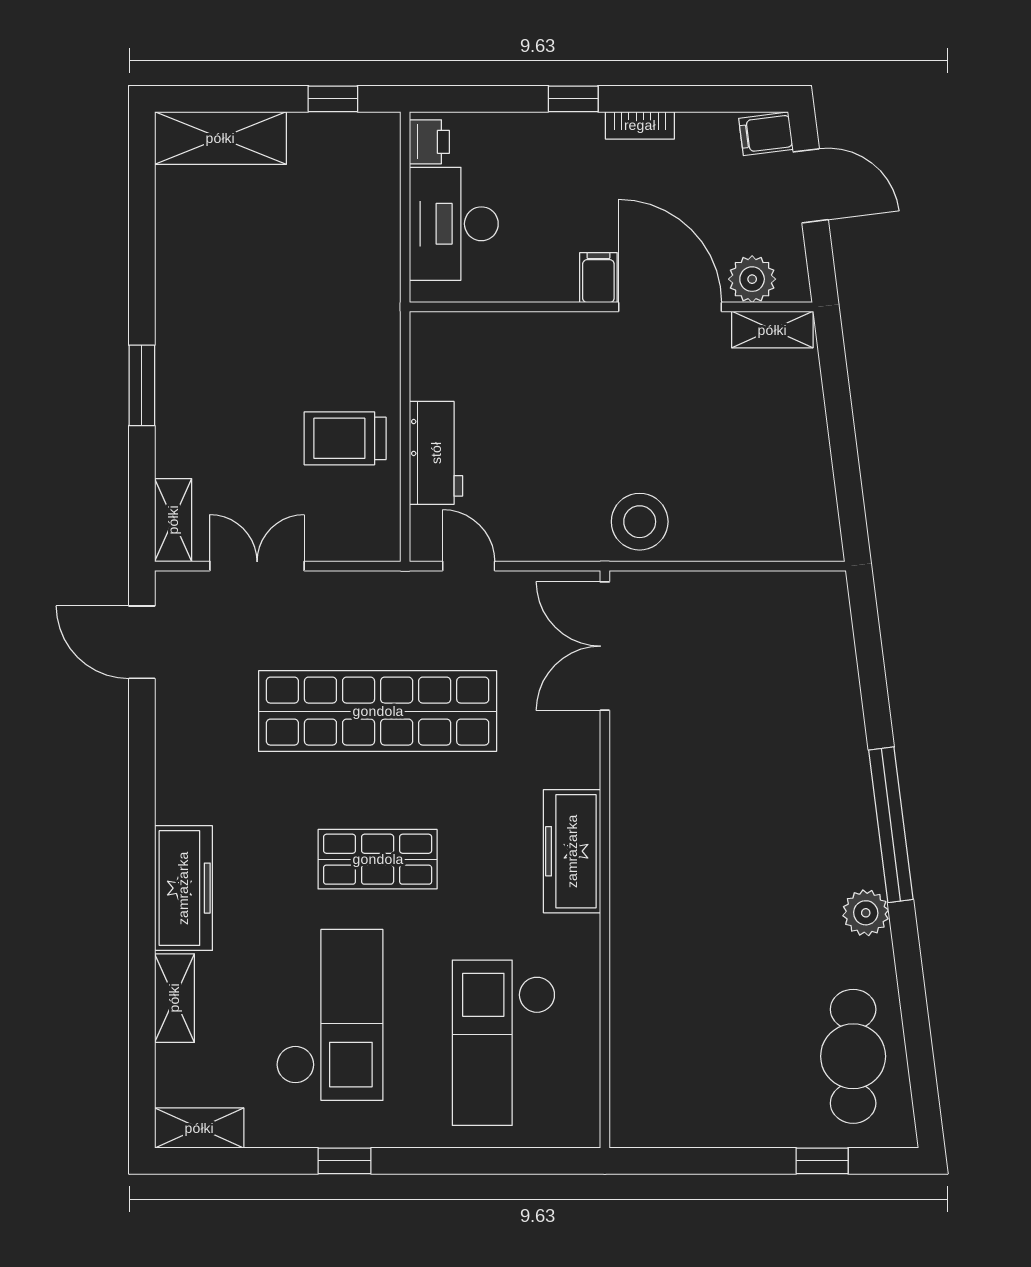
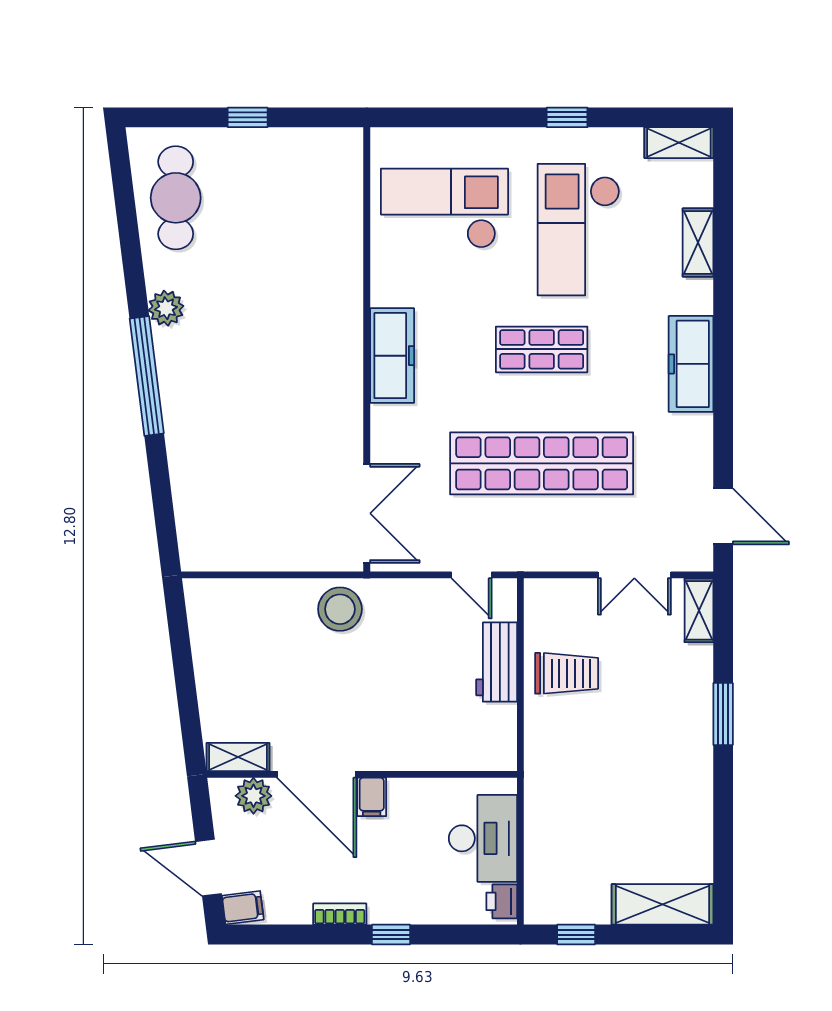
freezer: (183, 888) -> (691, 364), moved
checkout: (504, 1043) -> (444, 208), turned -90
window: (822, 1161) -> (248, 117), moved

